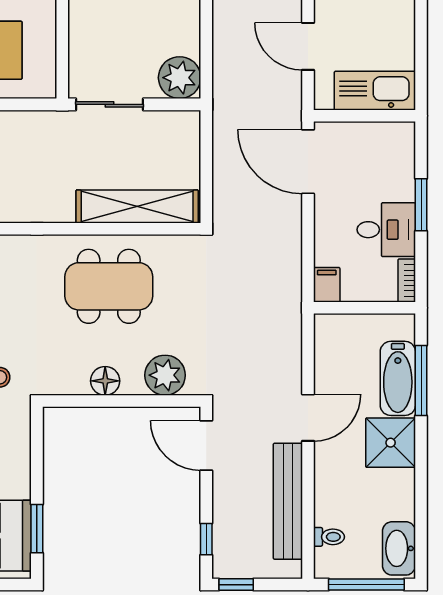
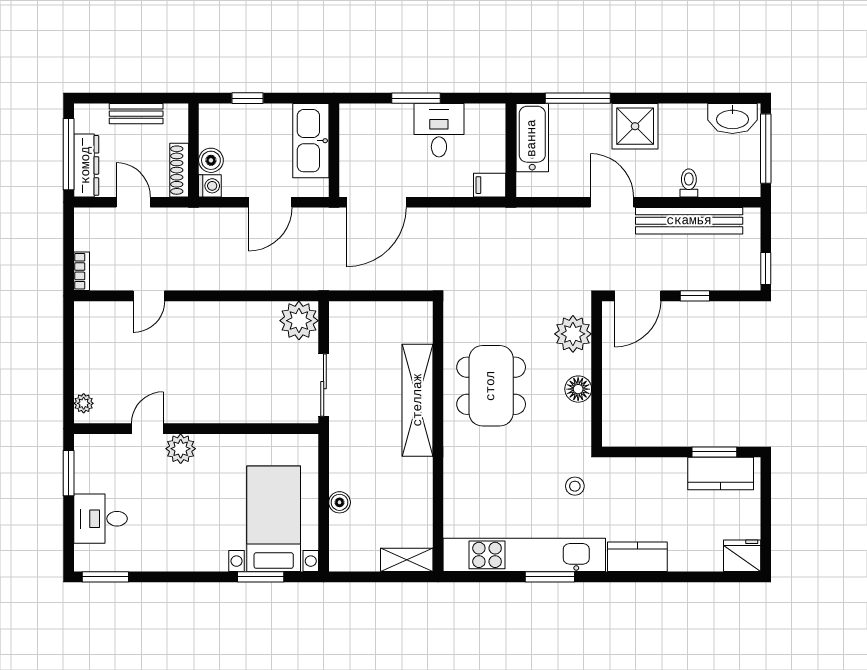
window: (421, 22) -> (247, 98), added
shelving: (137, 206) -> (418, 400), moved
bookcase: (407, 281) -> (486, 111), removed
bathtub: (398, 378) -> (532, 138), moved, turned -90
toilet: (329, 537) -> (689, 183), moved
window: (206, 539) -> (695, 296), moved

